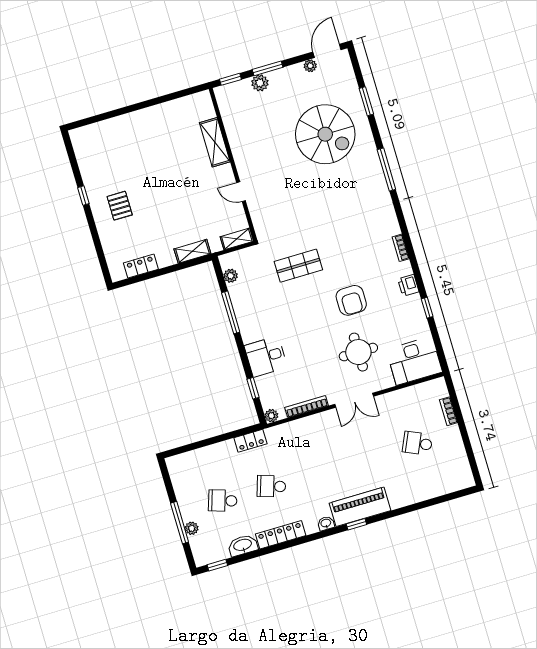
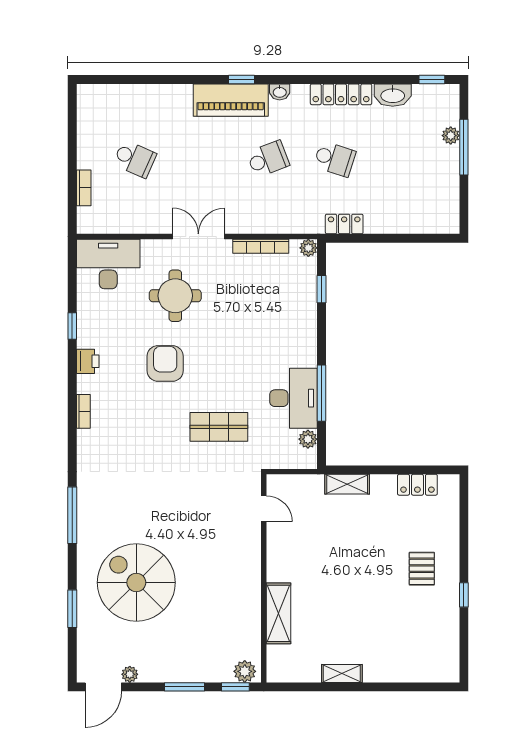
plant: (260, 83) -> (245, 671), moved
door: (241, 192) -> (264, 509), moved
shelving: (237, 239) -> (342, 673), moved
desk: (266, 357) -> (294, 398), moved, width x1.37
school desk: (223, 501) -> (268, 159), moved, turned -39

